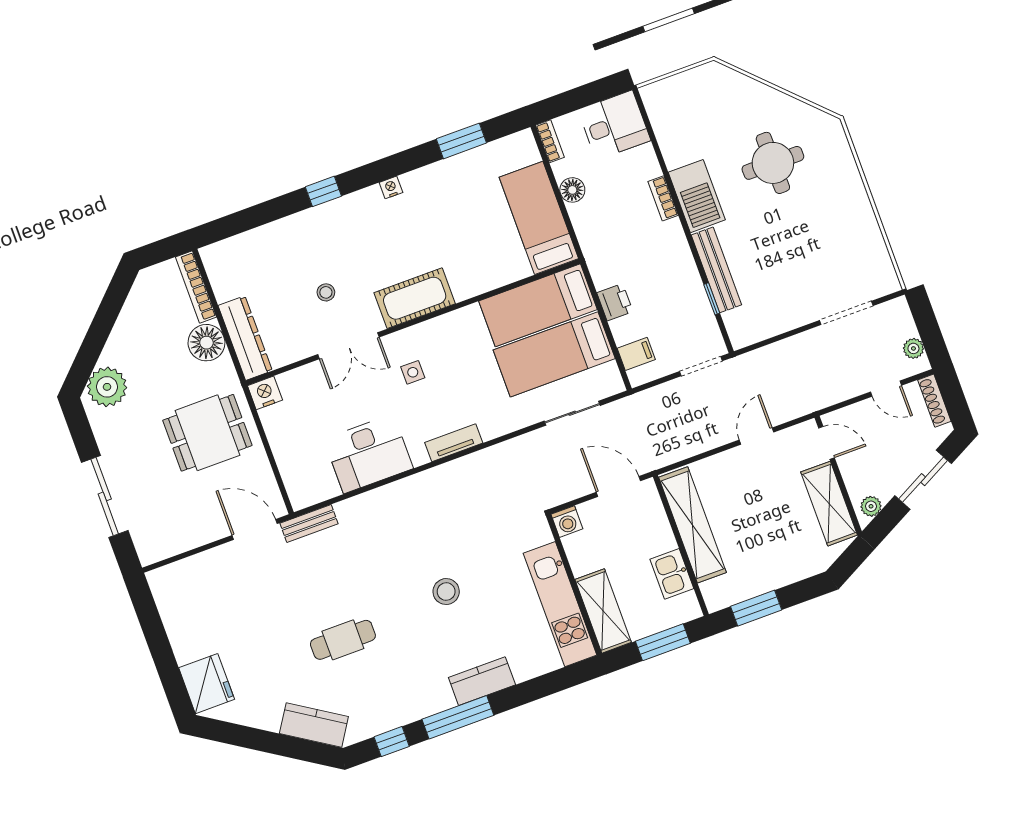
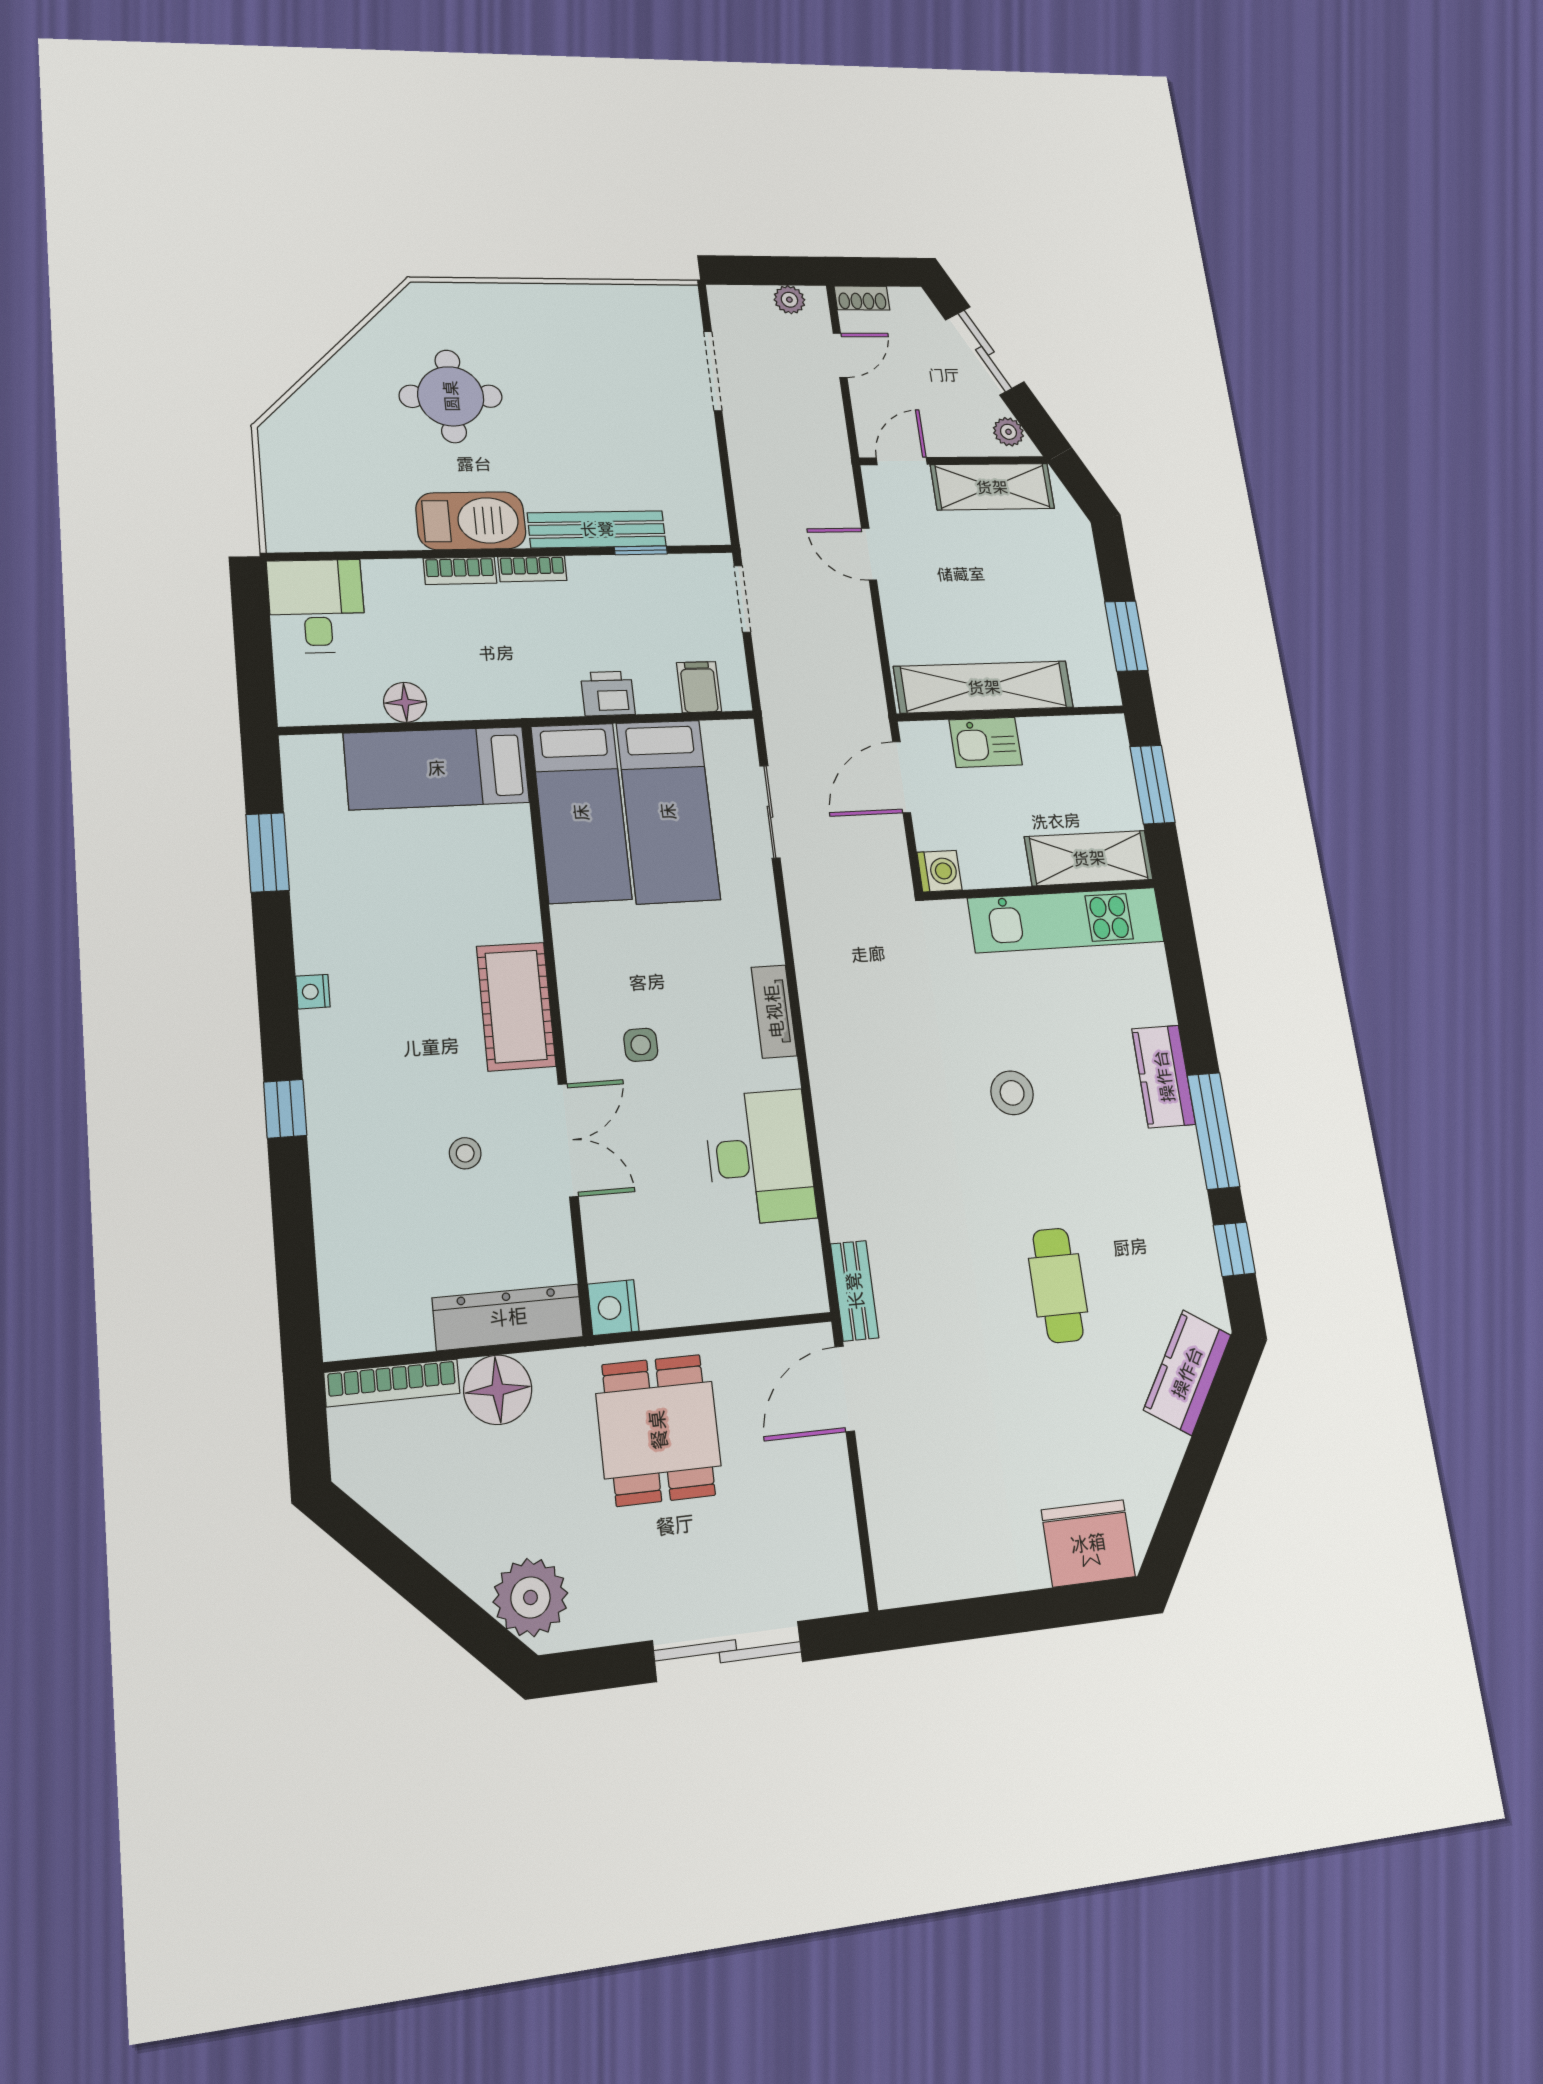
bookcase: (550, 141) -> (532, 569), moved, turned 180
shoe rack: (934, 401) -> (862, 298), width x0.70
kitchen sink: (672, 574) -> (986, 742), moved

